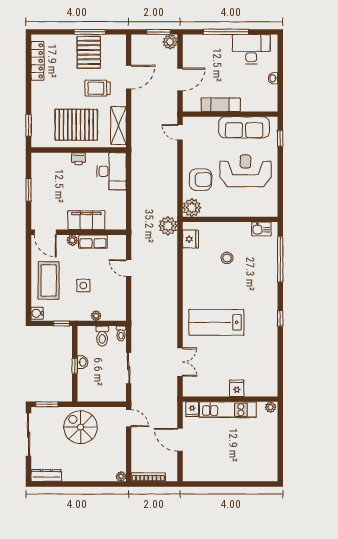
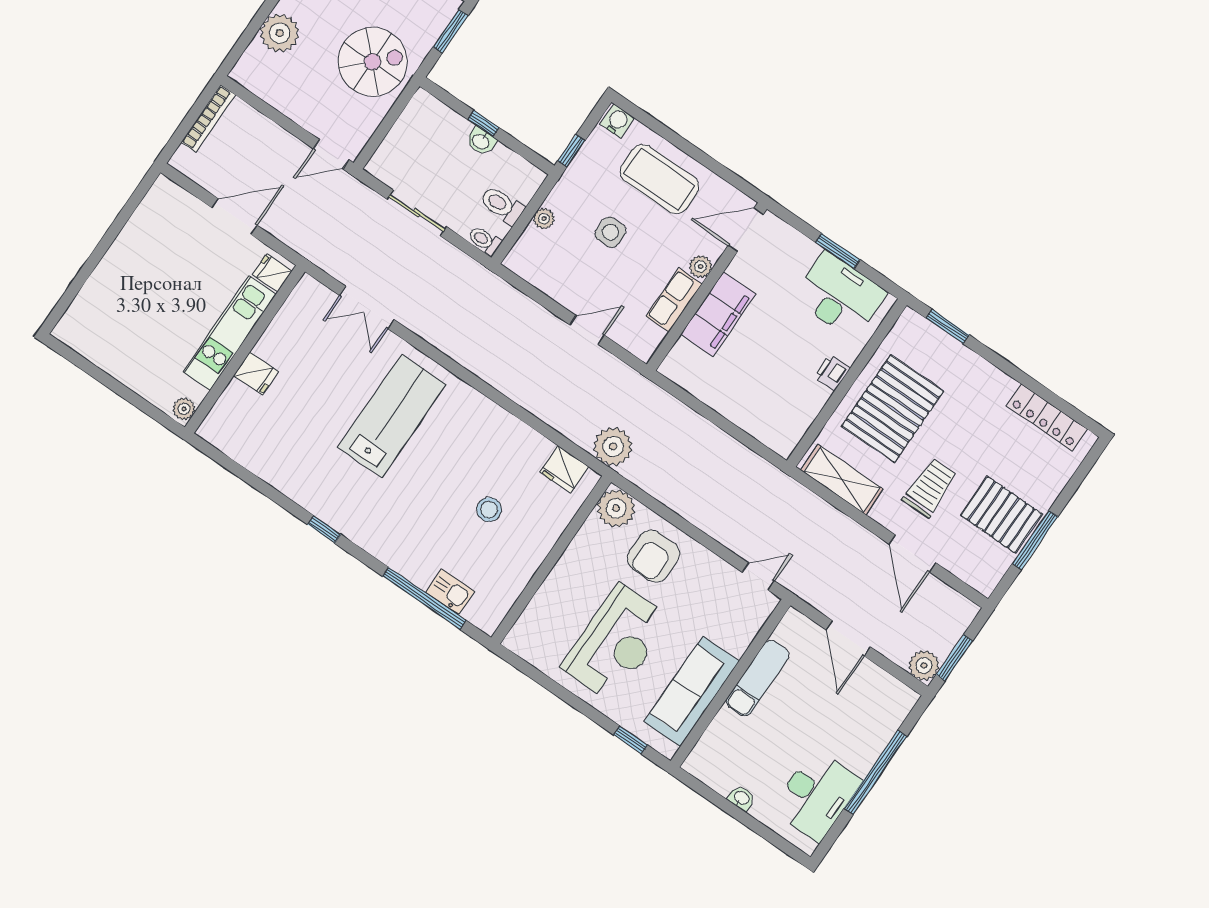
desk: (111, 171) -> (839, 295), moved, turned 180
kitchen sink: (261, 229) -> (450, 592), moved, turned 90
plant: (121, 476) -> (280, 33), moved, width x1.88, depth x1.88

